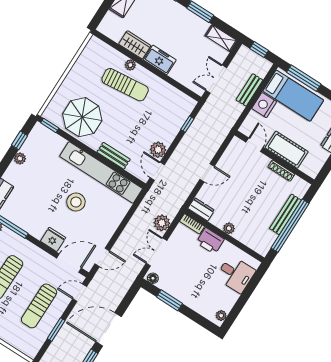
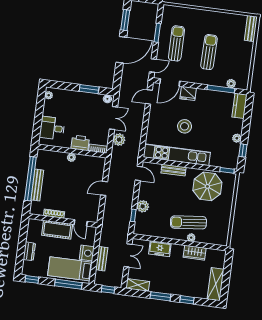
freezer: (160, 60) -> (160, 249), moved
plant: (158, 150) -> (143, 206), moved
dresser: (201, 209) -> (96, 161), removed

